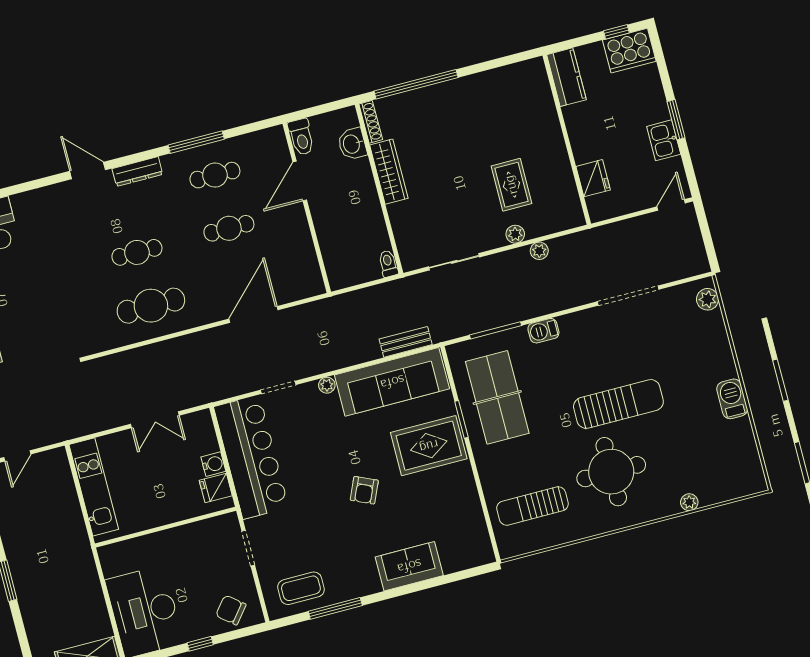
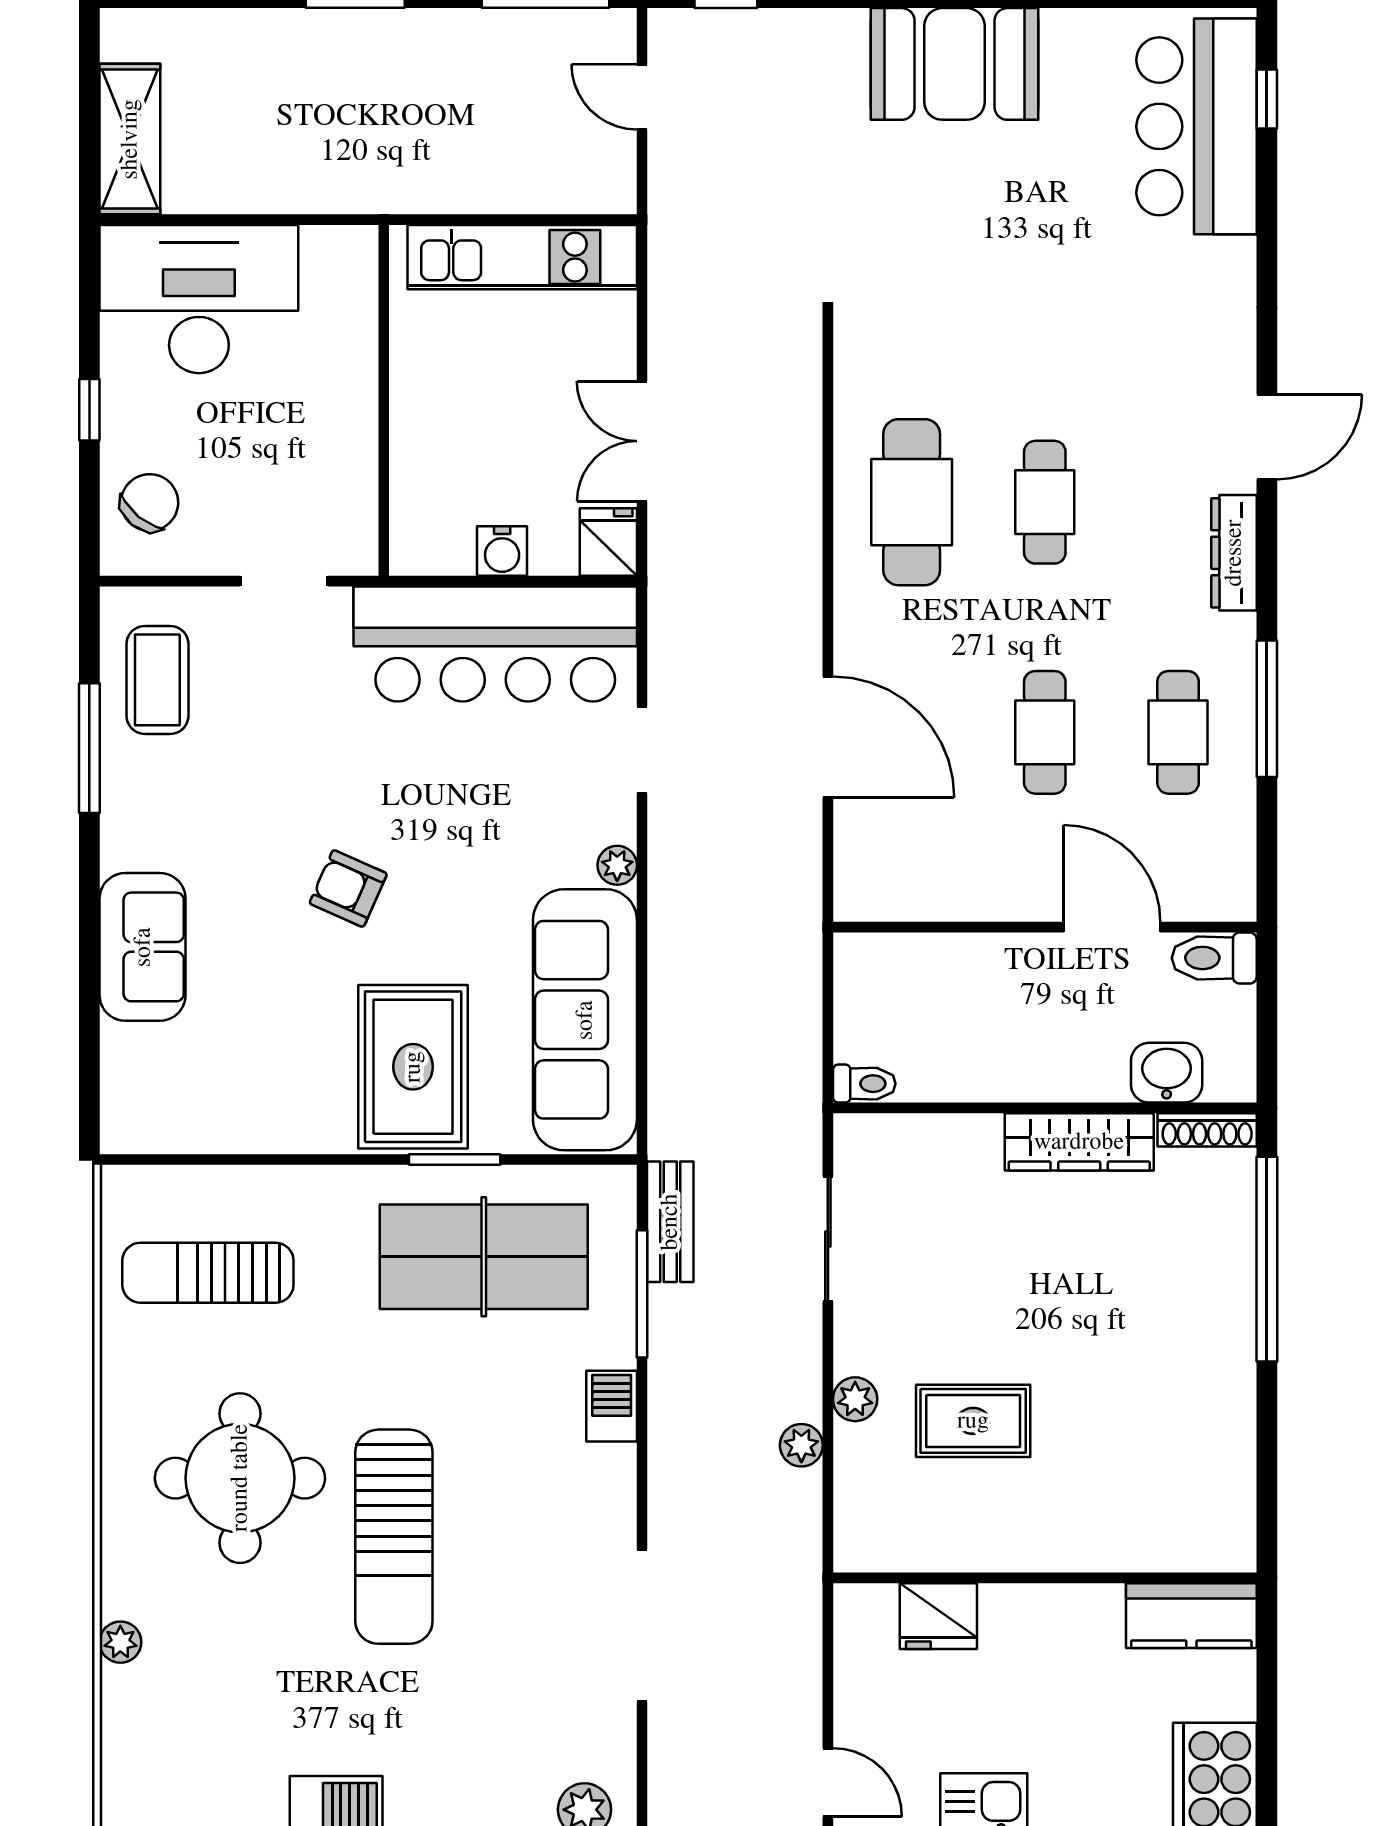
window: (616, 32) -> (1267, 1760), removed
bench: (406, 342) -> (670, 1222), moved
fridge: (216, 488) -> (608, 542), moved
sun lounger: (532, 506) -> (208, 1273), turned -90

